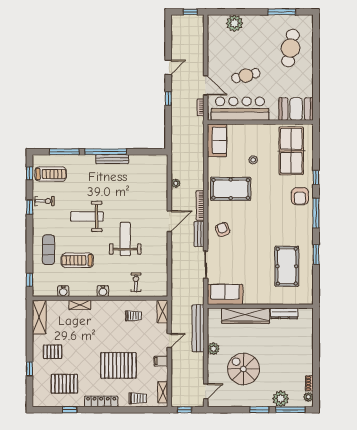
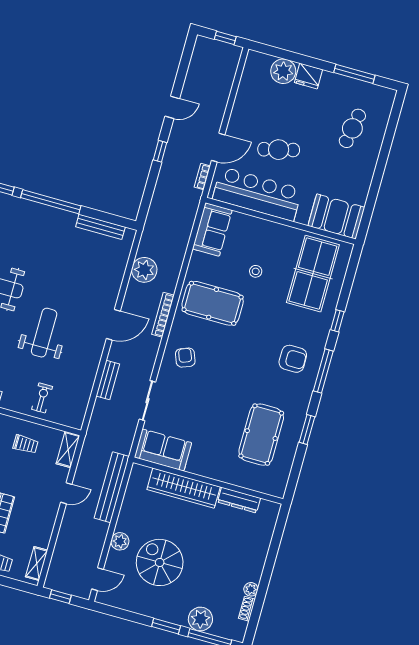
fridge: (252, 22) -> (308, 76), added
cafe table: (290, 48) -> (352, 128), width x0.73, depth x0.74
door: (206, 85) -> (218, 148), hinge flipped
bench: (112, 159) -> (100, 227), moved
plant: (176, 183) -> (144, 270), width x1.88, depth x1.88
armchair: (300, 196) -> (293, 359), moved, turned -90
bench: (199, 234) -> (108, 380), moved
plant: (213, 349) -> (120, 541), moved
filing cabinet: (161, 361) -> (46, 519), removed
plant: (308, 397) -> (251, 589), moved

